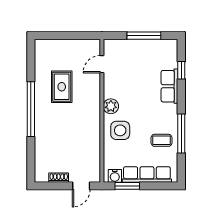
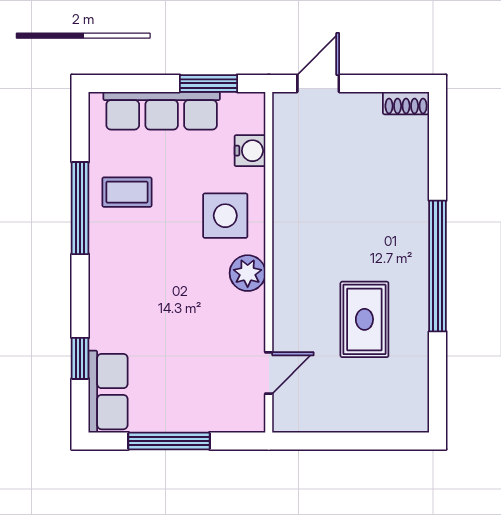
row of seats: (169, 86) -> (108, 392), moved
water cooler: (115, 176) -> (250, 151), moved, turned 90
shoe rack: (59, 178) -> (406, 103), moved

